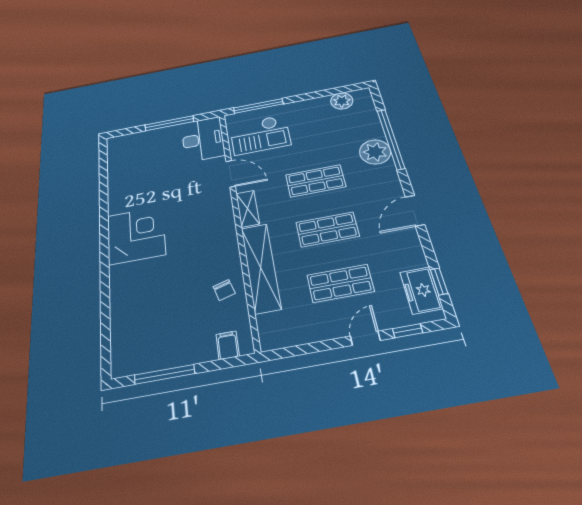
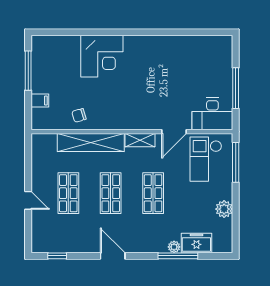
plant: (342, 101) -> (224, 209), moved
window: (391, 139) -> (178, 256), width x0.68
plant: (375, 152) -> (174, 247), width x0.53, depth x0.53
corner desk: (136, 235) -> (102, 56), moved
freezer: (421, 290) -> (196, 243), moved
window: (408, 331) -> (28, 227), removed
filing cabinet: (228, 345) -> (40, 100), moved

